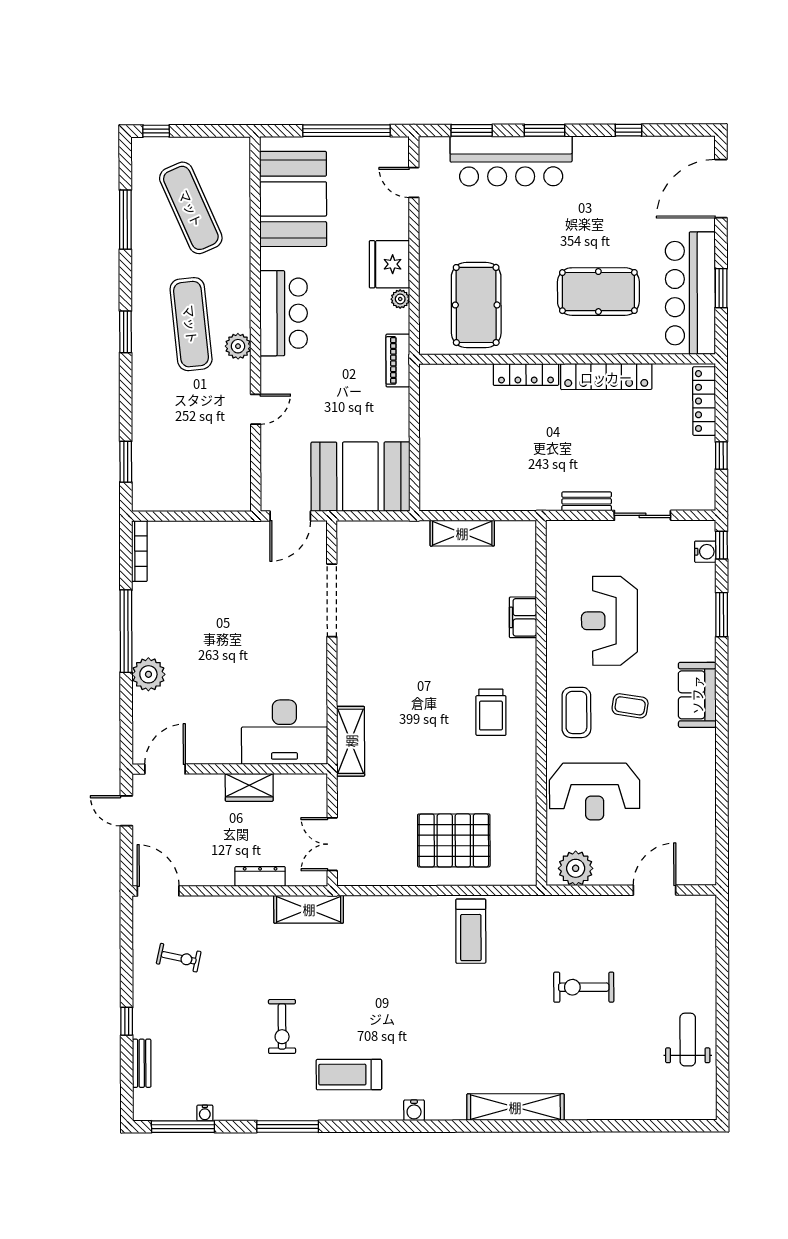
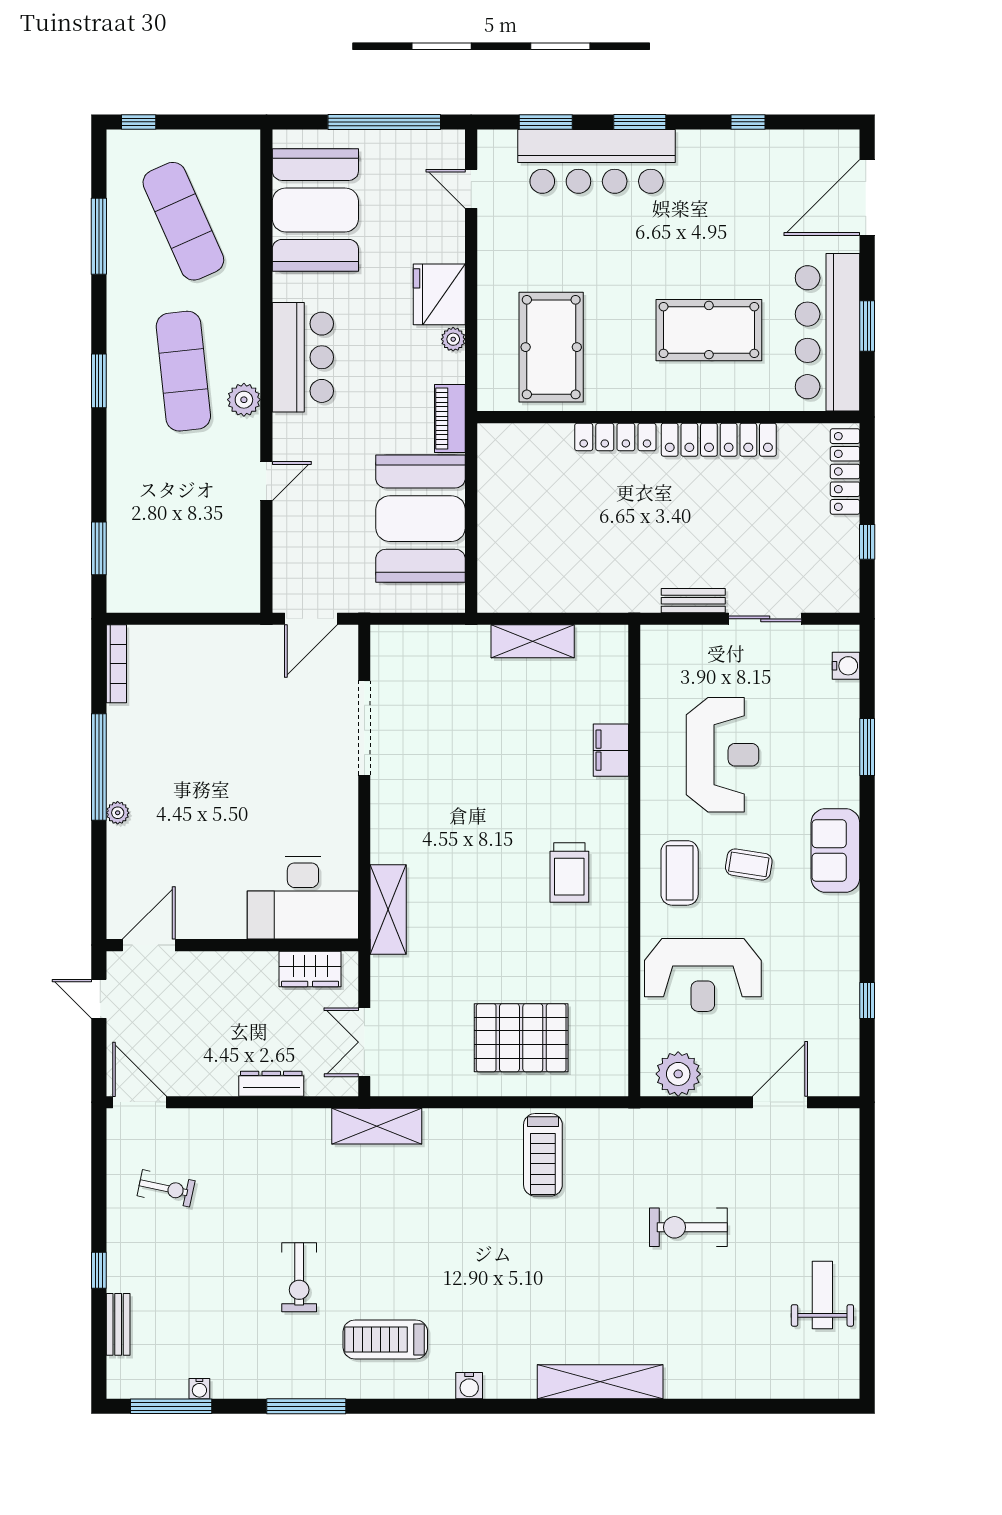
booth: (360, 477) -> (421, 519), moved, turned 90
window: (721, 545) -> (867, 1000), moved
reception desk: (609, 621) -> (722, 755), turned 180
plant: (148, 674) -> (118, 813), width x0.53, depth x0.53
wardrobe: (249, 787) -> (310, 969), moved
shelving: (309, 909) -> (377, 1126), moved

